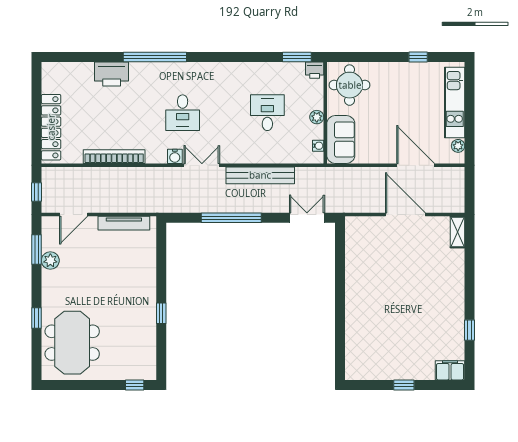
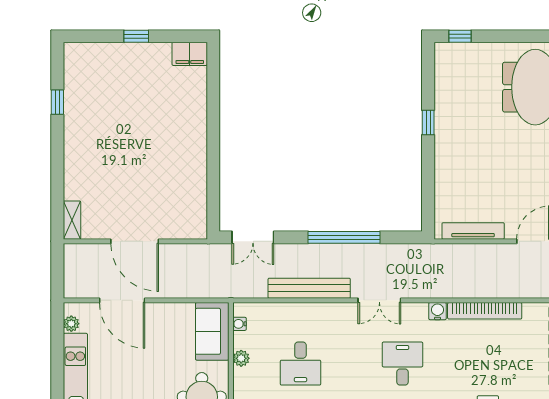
water cooler: (175, 156) -> (437, 311), moved
filing cabinet: (450, 370) -> (190, 54), moved

